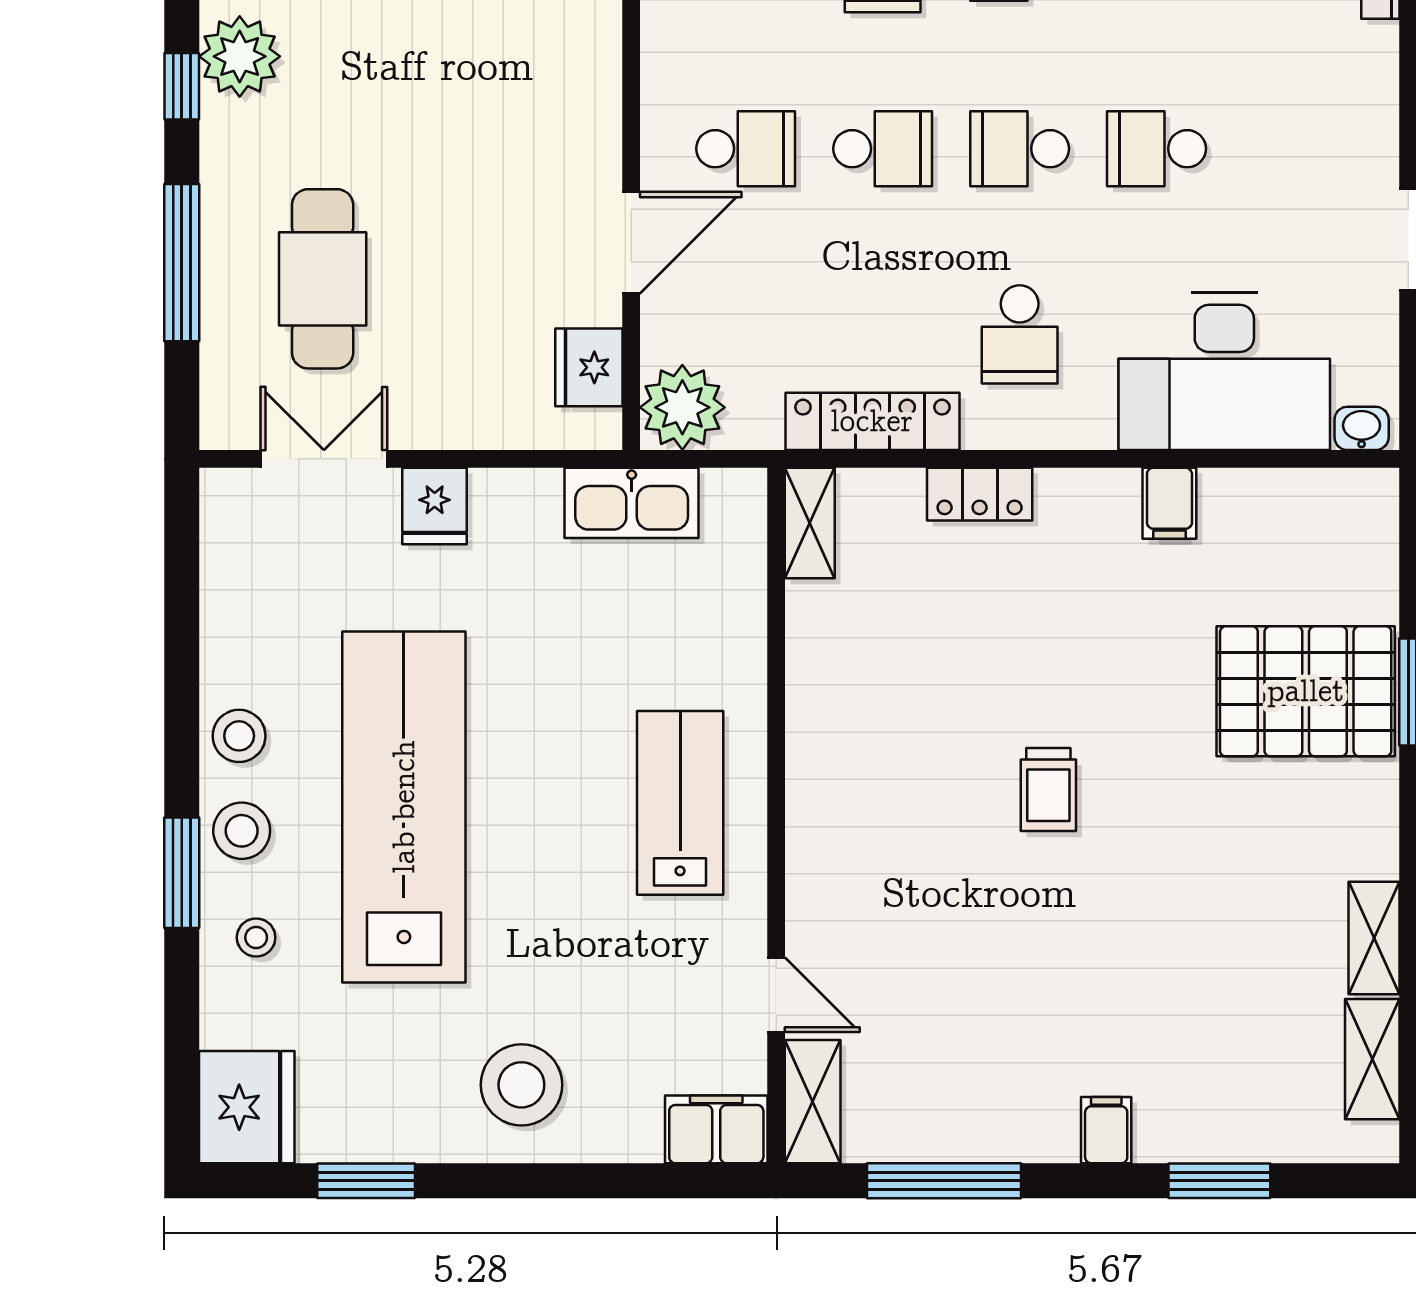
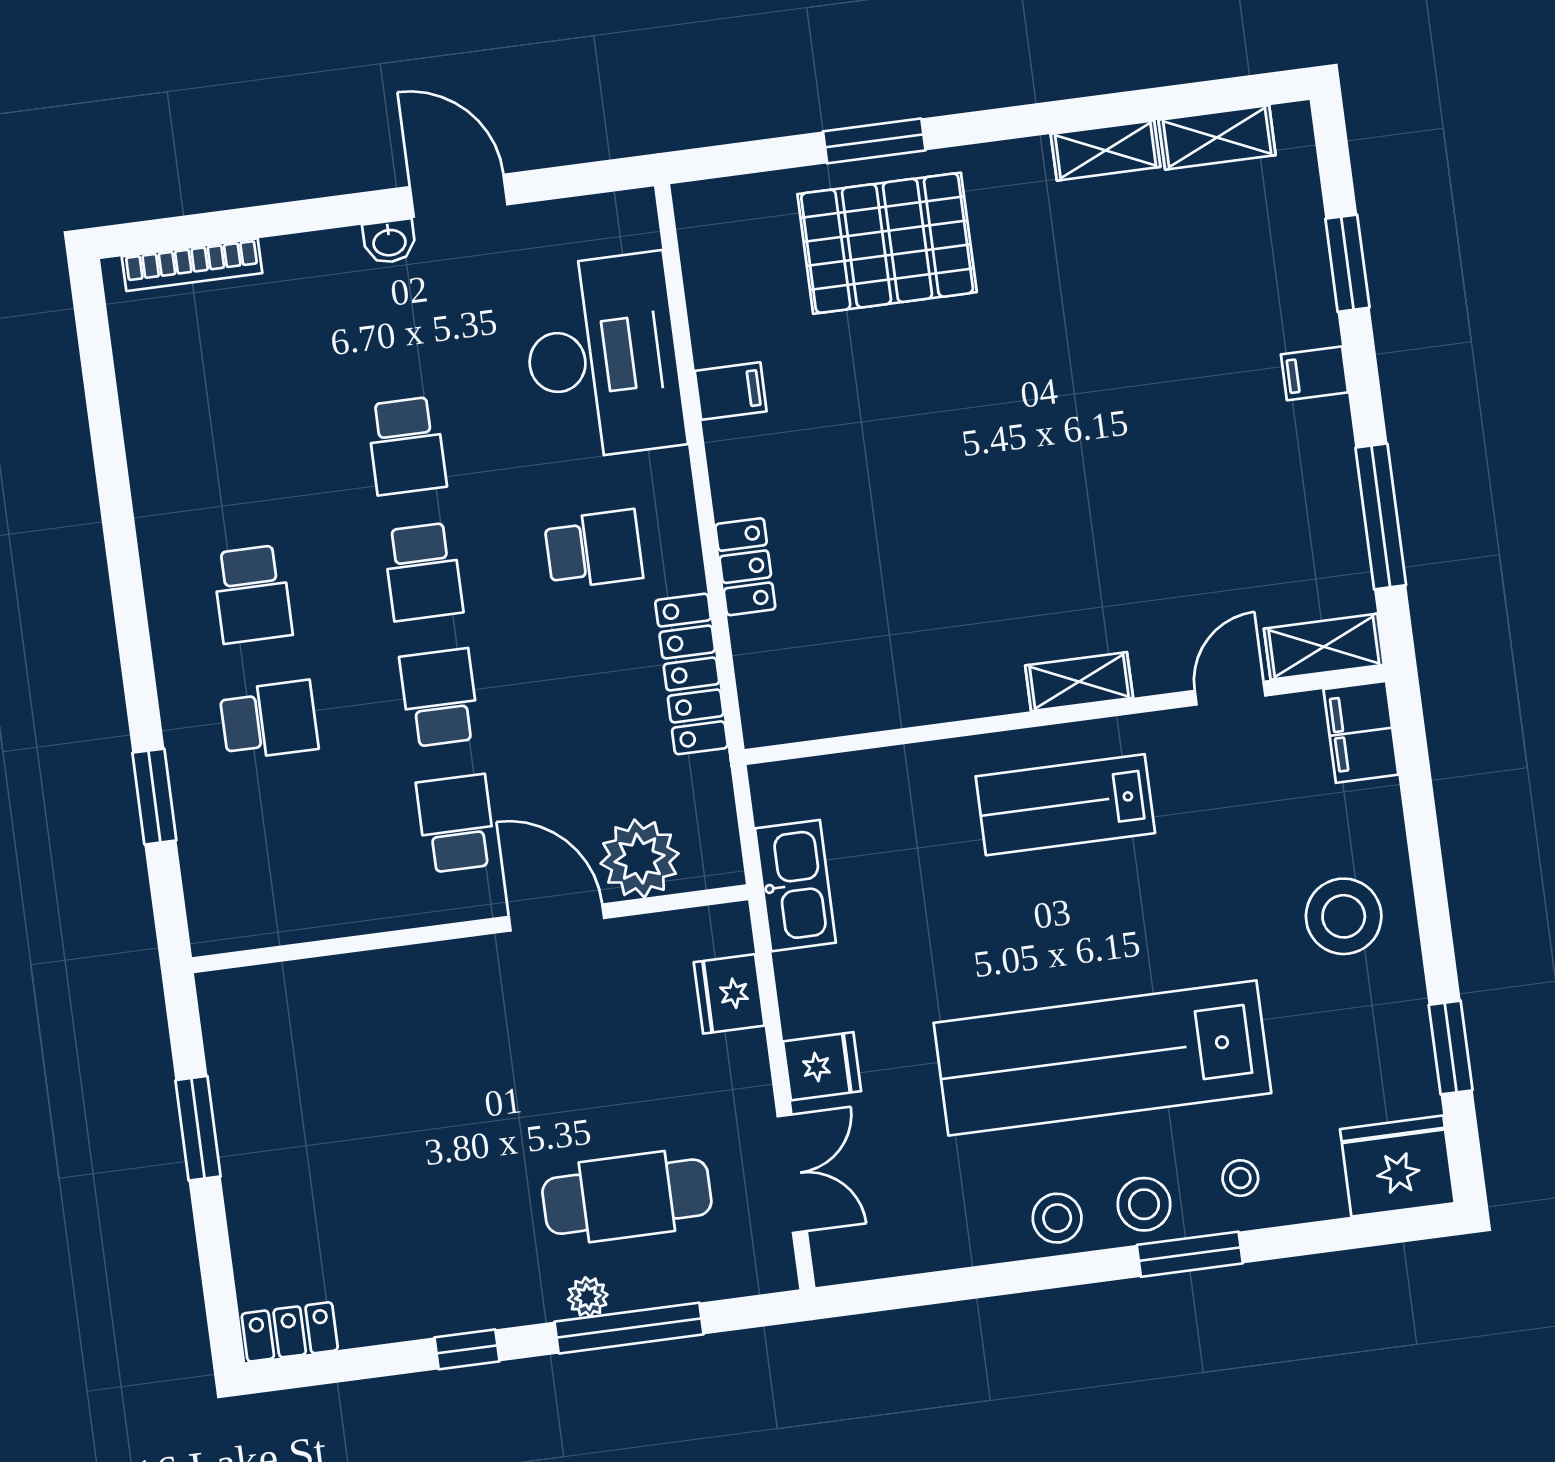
plant: (240, 56) -> (588, 1297), moved, width x0.53, depth x0.53
fridge: (589, 367) -> (729, 994), moved, turned 90
plant: (682, 407) -> (640, 859), moved
washbasin: (1362, 428) -> (389, 241), moved, turned -90
double door: (324, 459) -> (792, 1174), swing flipped
shelving: (810, 523) -> (1079, 682), moved
pallet: (1306, 691) -> (887, 243), turned 90
trolley: (1048, 790) -> (1008, 468), removed

